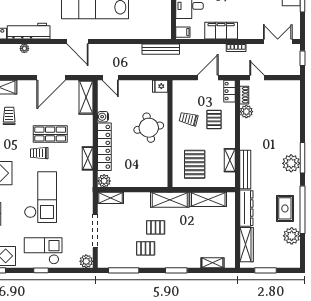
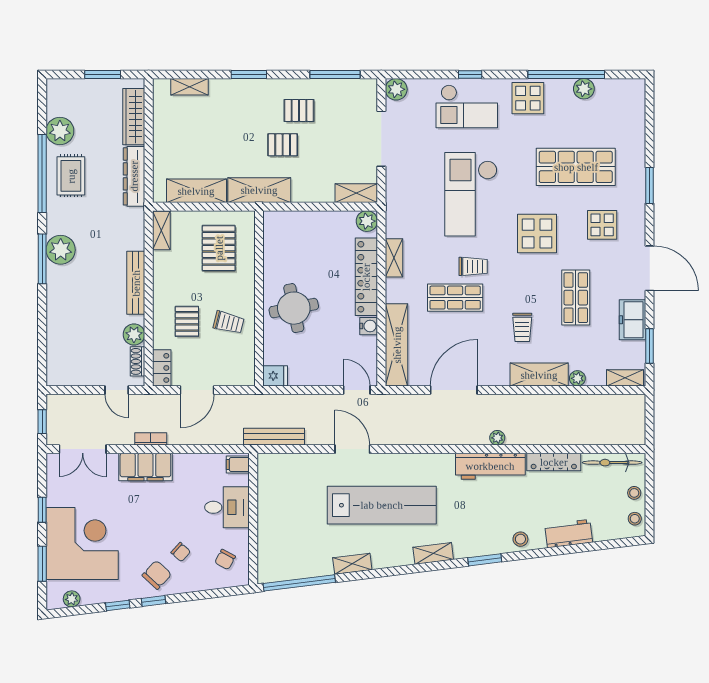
filing cabinet: (221, 31) -> (145, 467), moved
door: (77, 41) -> (352, 449), moved
shelving: (86, 97) -> (397, 345), width x1.47
shelving: (230, 160) -> (161, 231), moved
bench: (245, 169) -> (136, 283), moved

